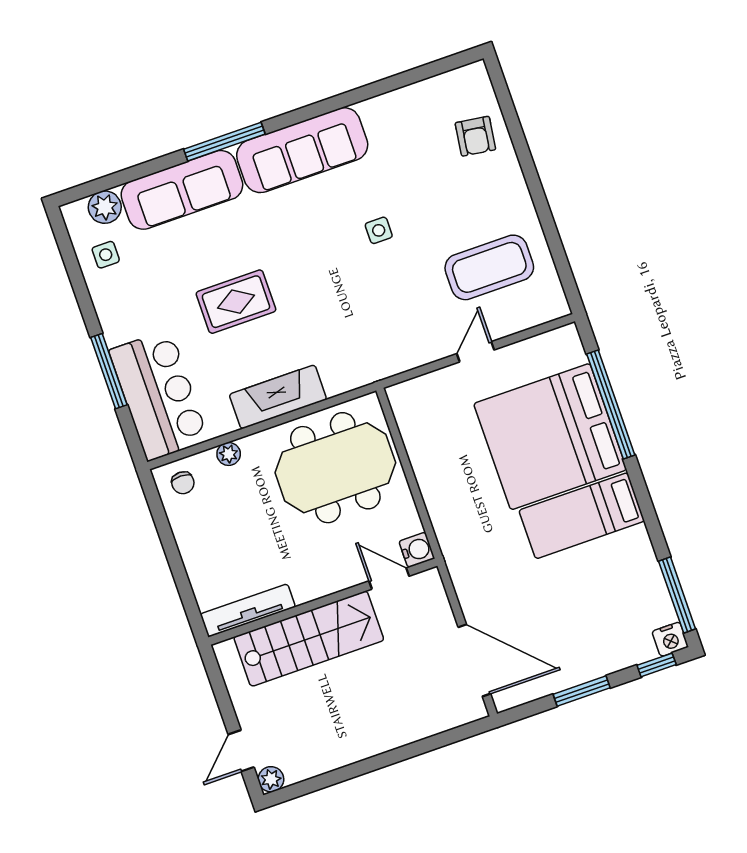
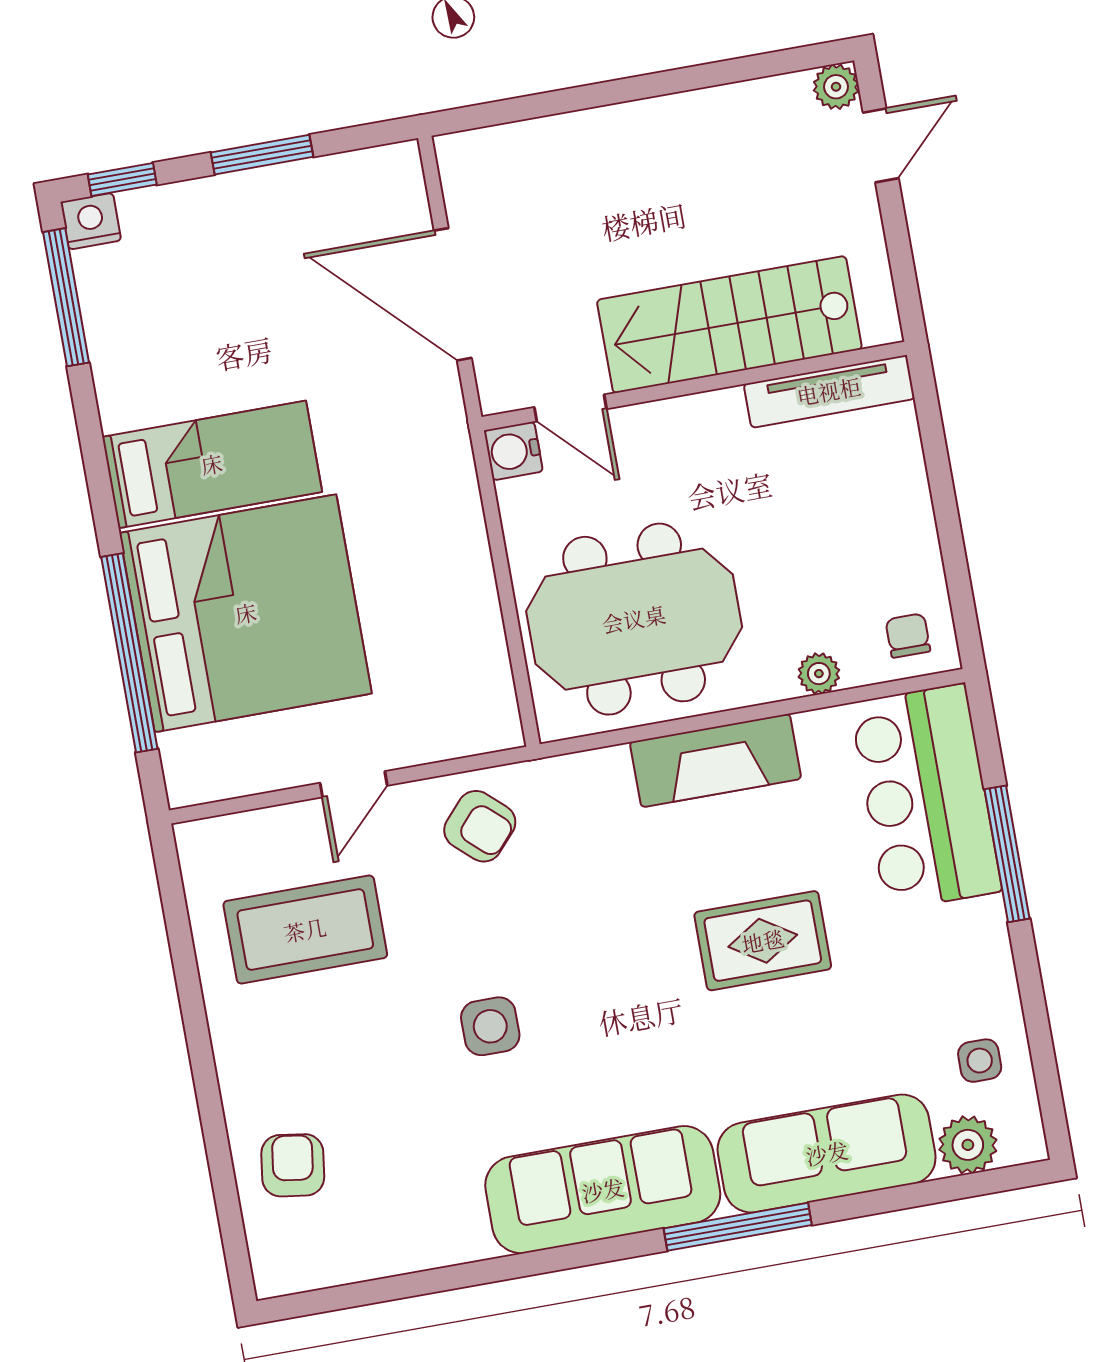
side table: (379, 230) -> (490, 1026), width x1.37, depth x1.37
armchair: (402, 340) -> (480, 826), added
door: (474, 660) -> (453, 294), moved

